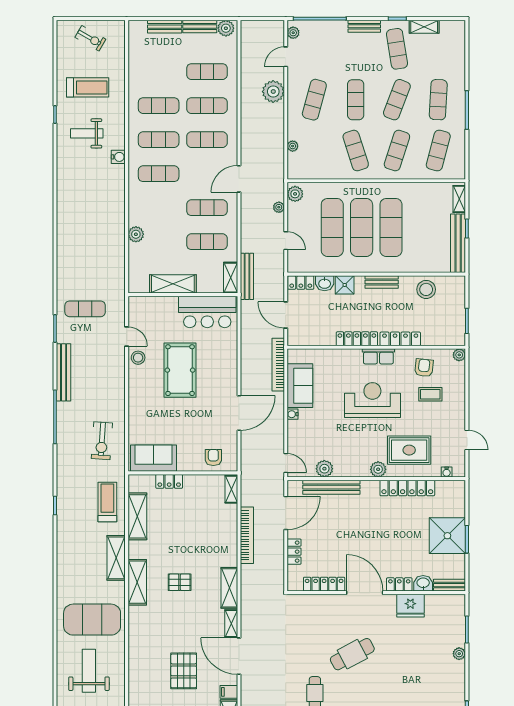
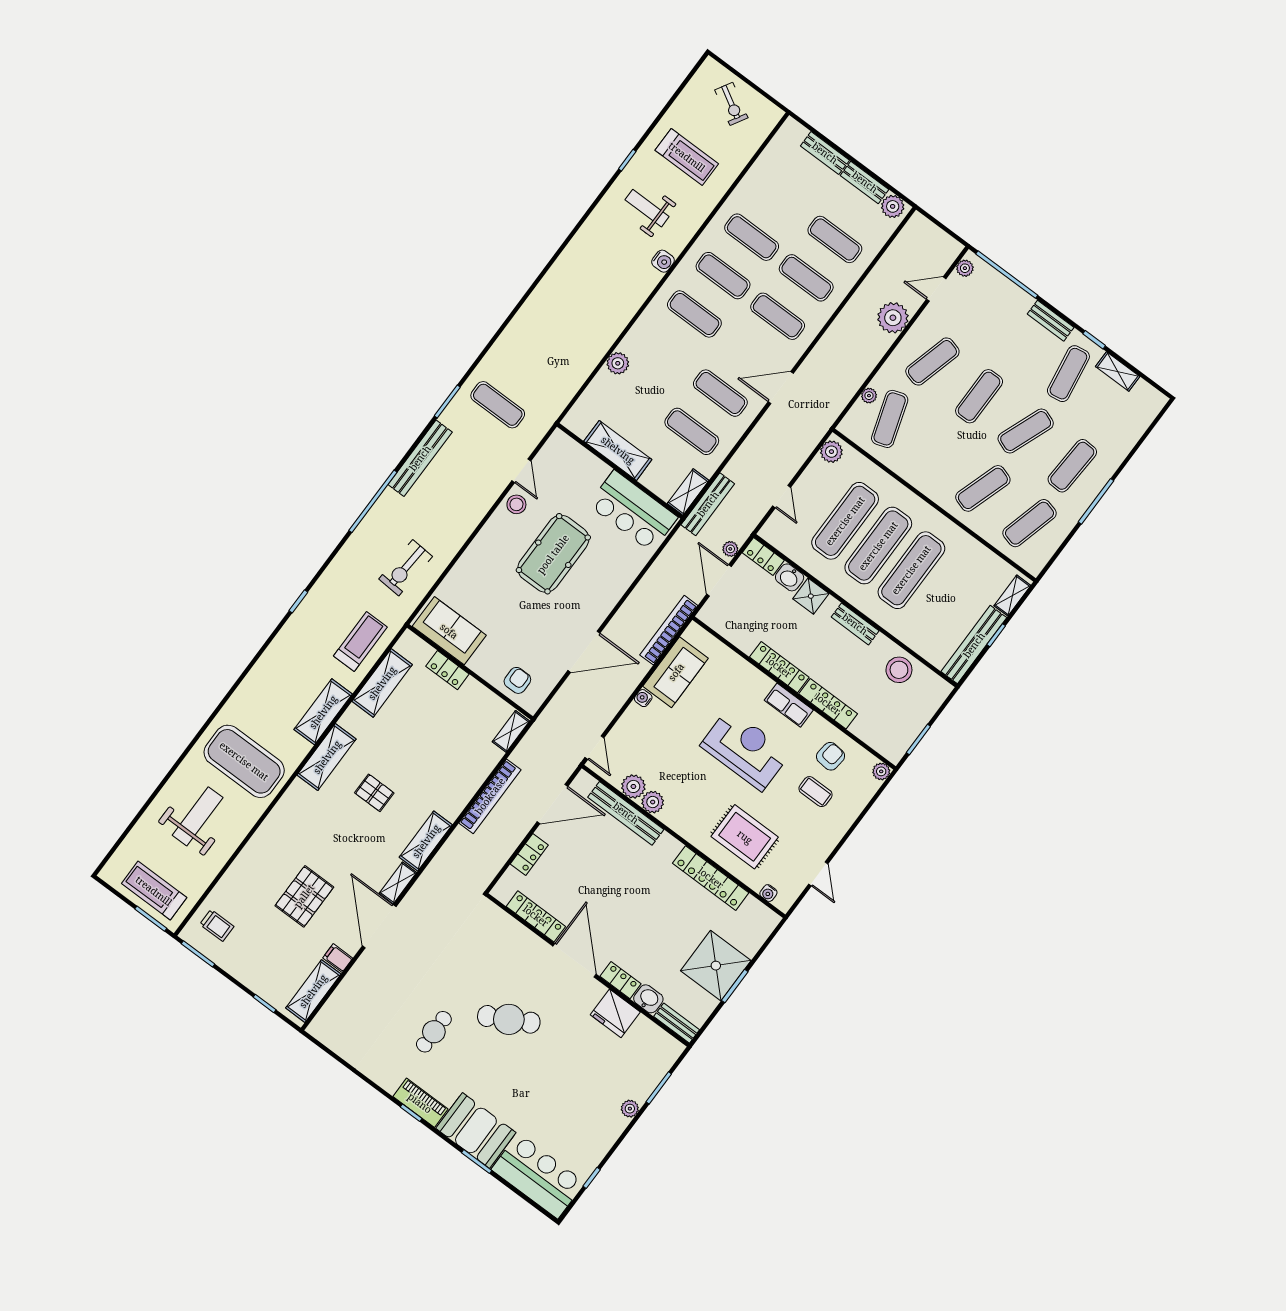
exercise mat: (356, 151) -> (890, 419), moved
plant: (279, 207) -> (730, 549), moved
plant: (378, 469) -> (653, 802), moved

